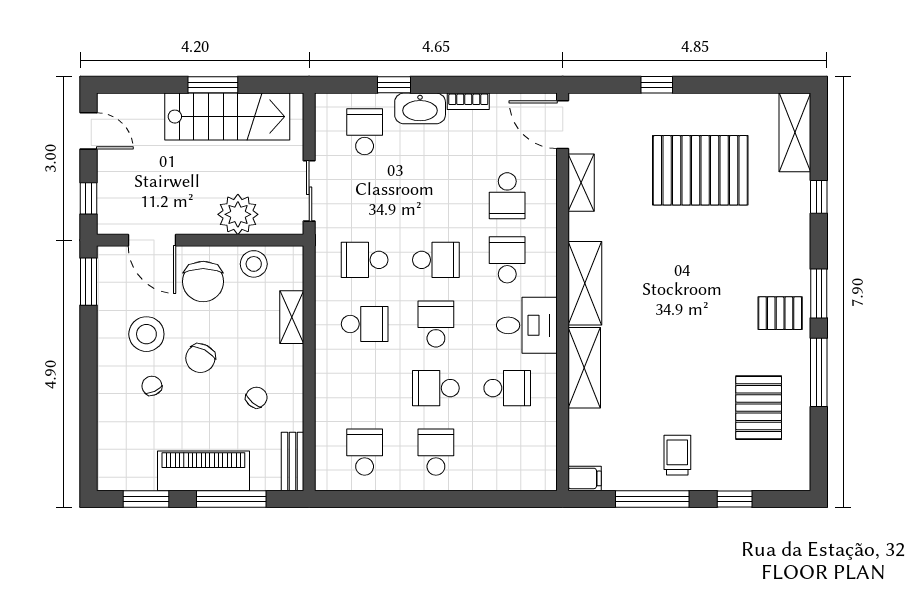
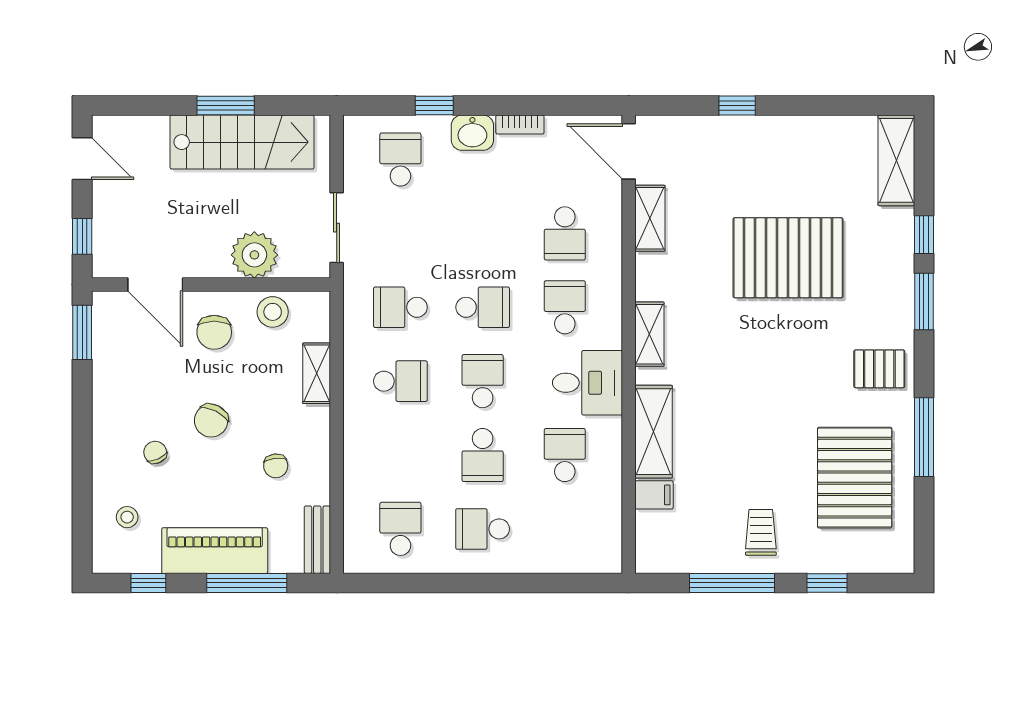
washbasin: (420, 108) -> (472, 133), width x0.72
pallet: (700, 170) -> (788, 258), moved
chair: (203, 282) -> (214, 332), width x0.73, depth x0.73
shelving: (585, 283) -> (649, 334), width x0.67, depth x0.75
window: (819, 293) -> (924, 301), moved
stool: (146, 334) -> (127, 517), moved, width x0.53, depth x0.53
school desk: (436, 388) -> (483, 455), turned -90
school desk: (507, 388) -> (565, 455), turned -90
chair: (256, 397) -> (276, 466), turned 132
pallet: (759, 408) -> (855, 478), width x1.37, depth x1.41
school desk: (436, 452) -> (483, 529), turned -90
filing cabinet: (585, 478) -> (654, 495), moved
window: (146, 499) -> (148, 583), width x0.67

